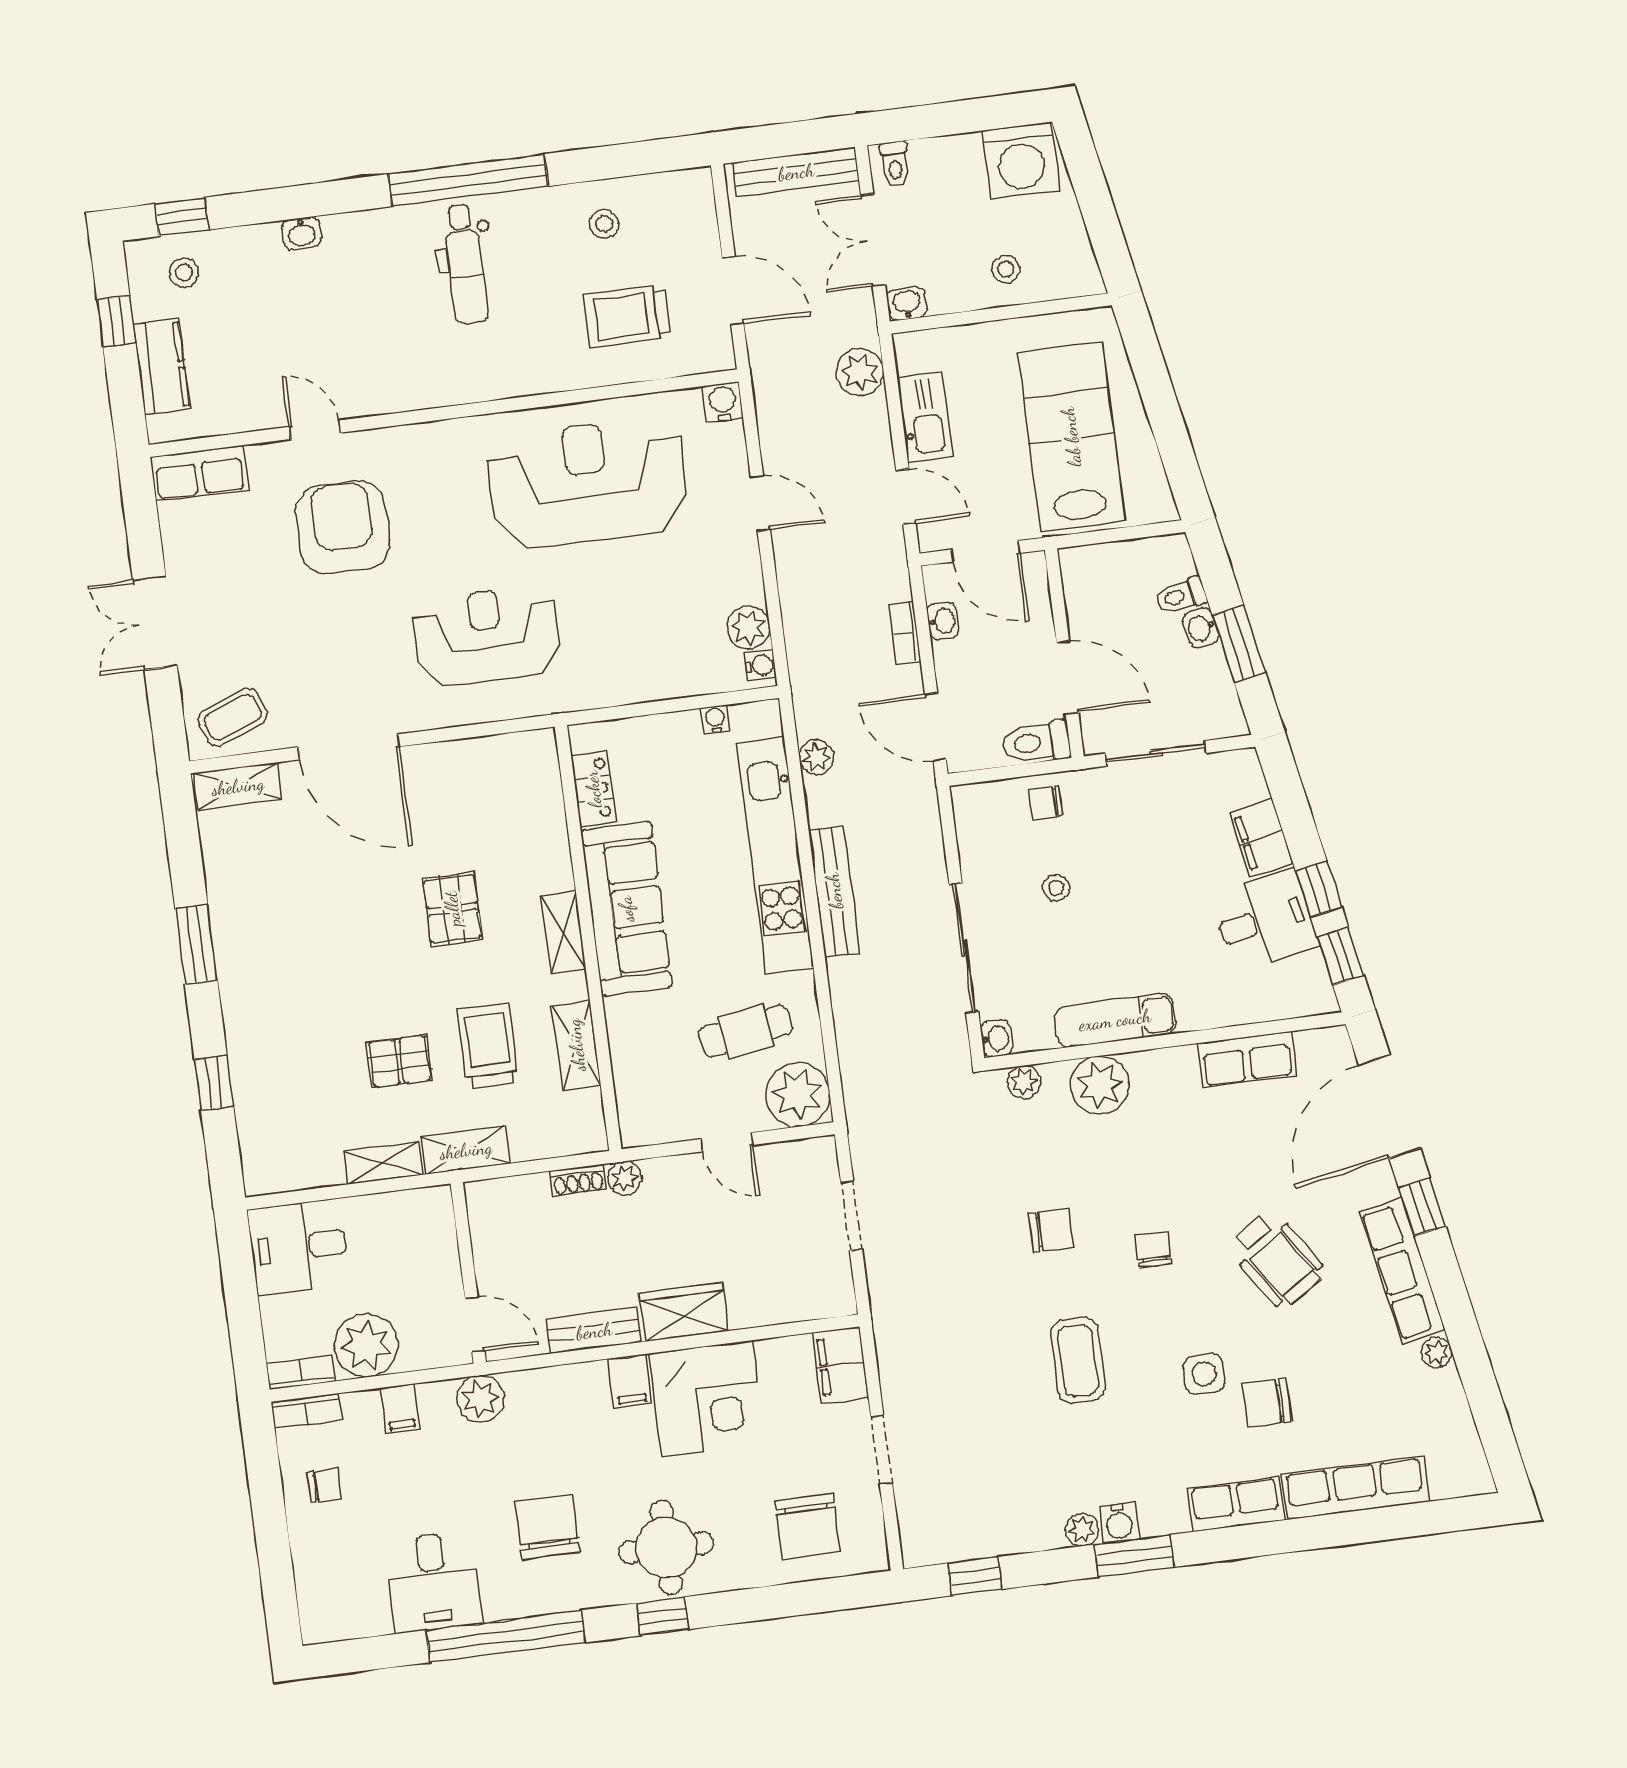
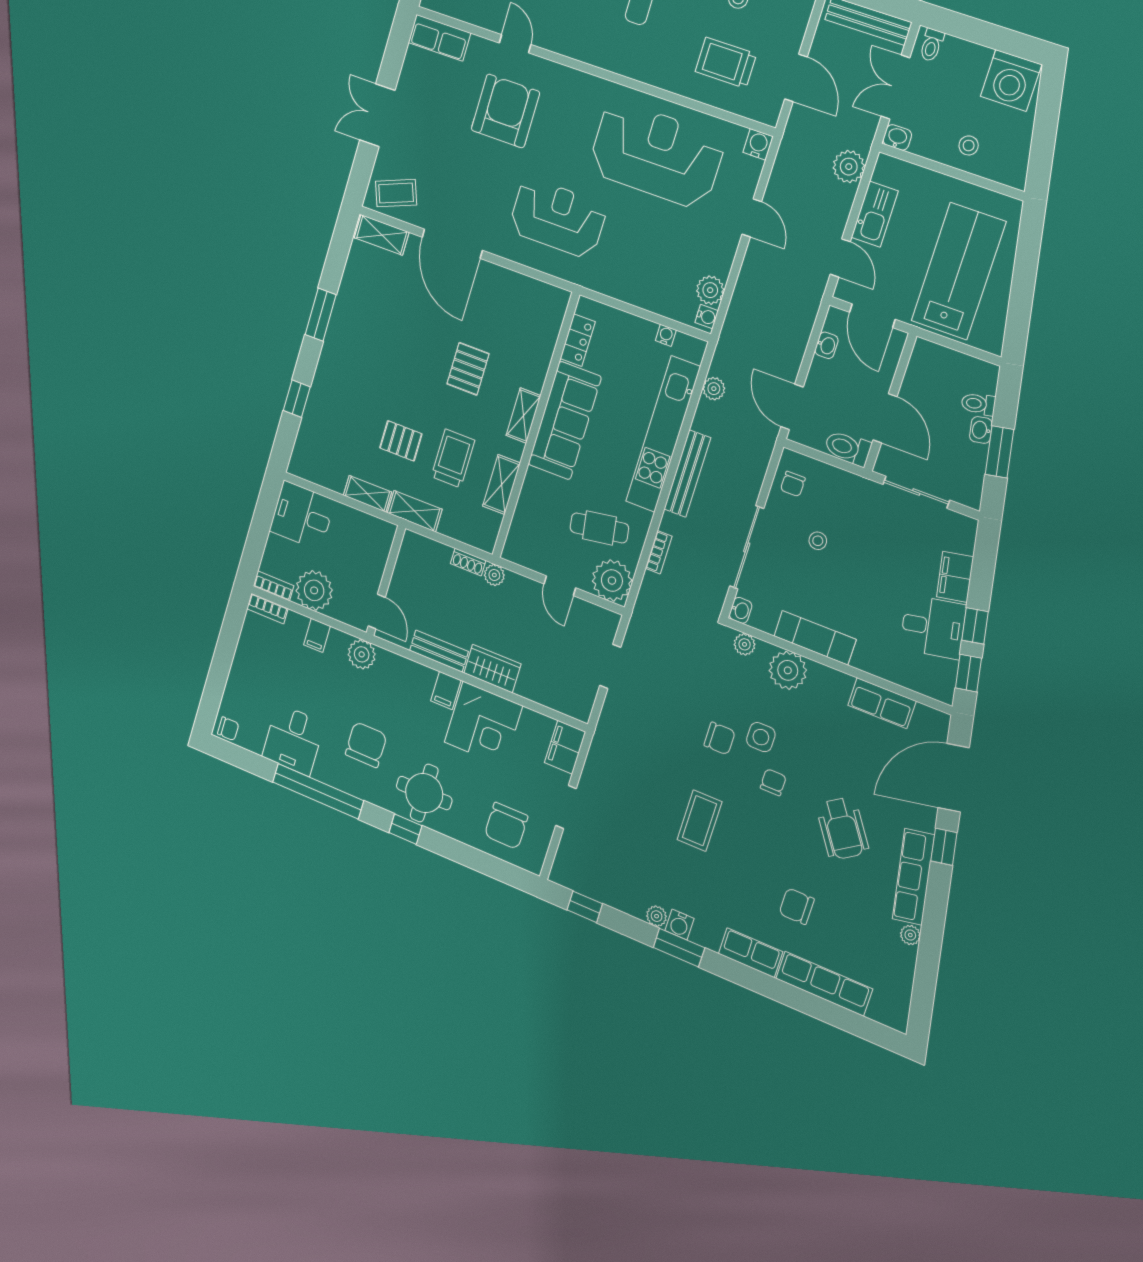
bookcase: (905, 633) -> (659, 552), moved, turned 180
chair: (1046, 802) -> (793, 484), moved, turned -90
side table: (1204, 1374) -> (761, 737), moved
chair: (324, 1486) -> (228, 729), moved

